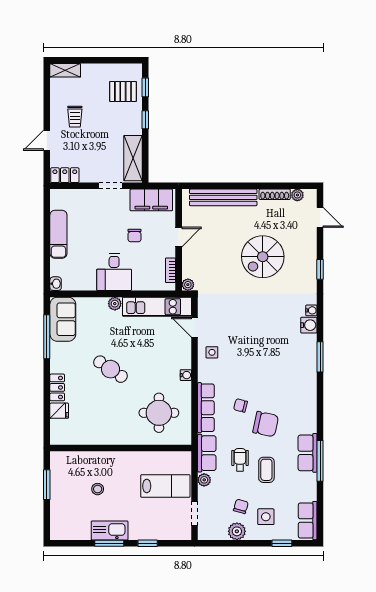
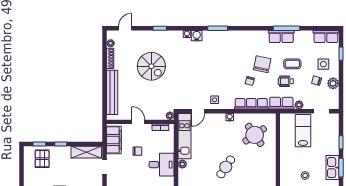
round table: (159, 413) -> (255, 135), turned -35

